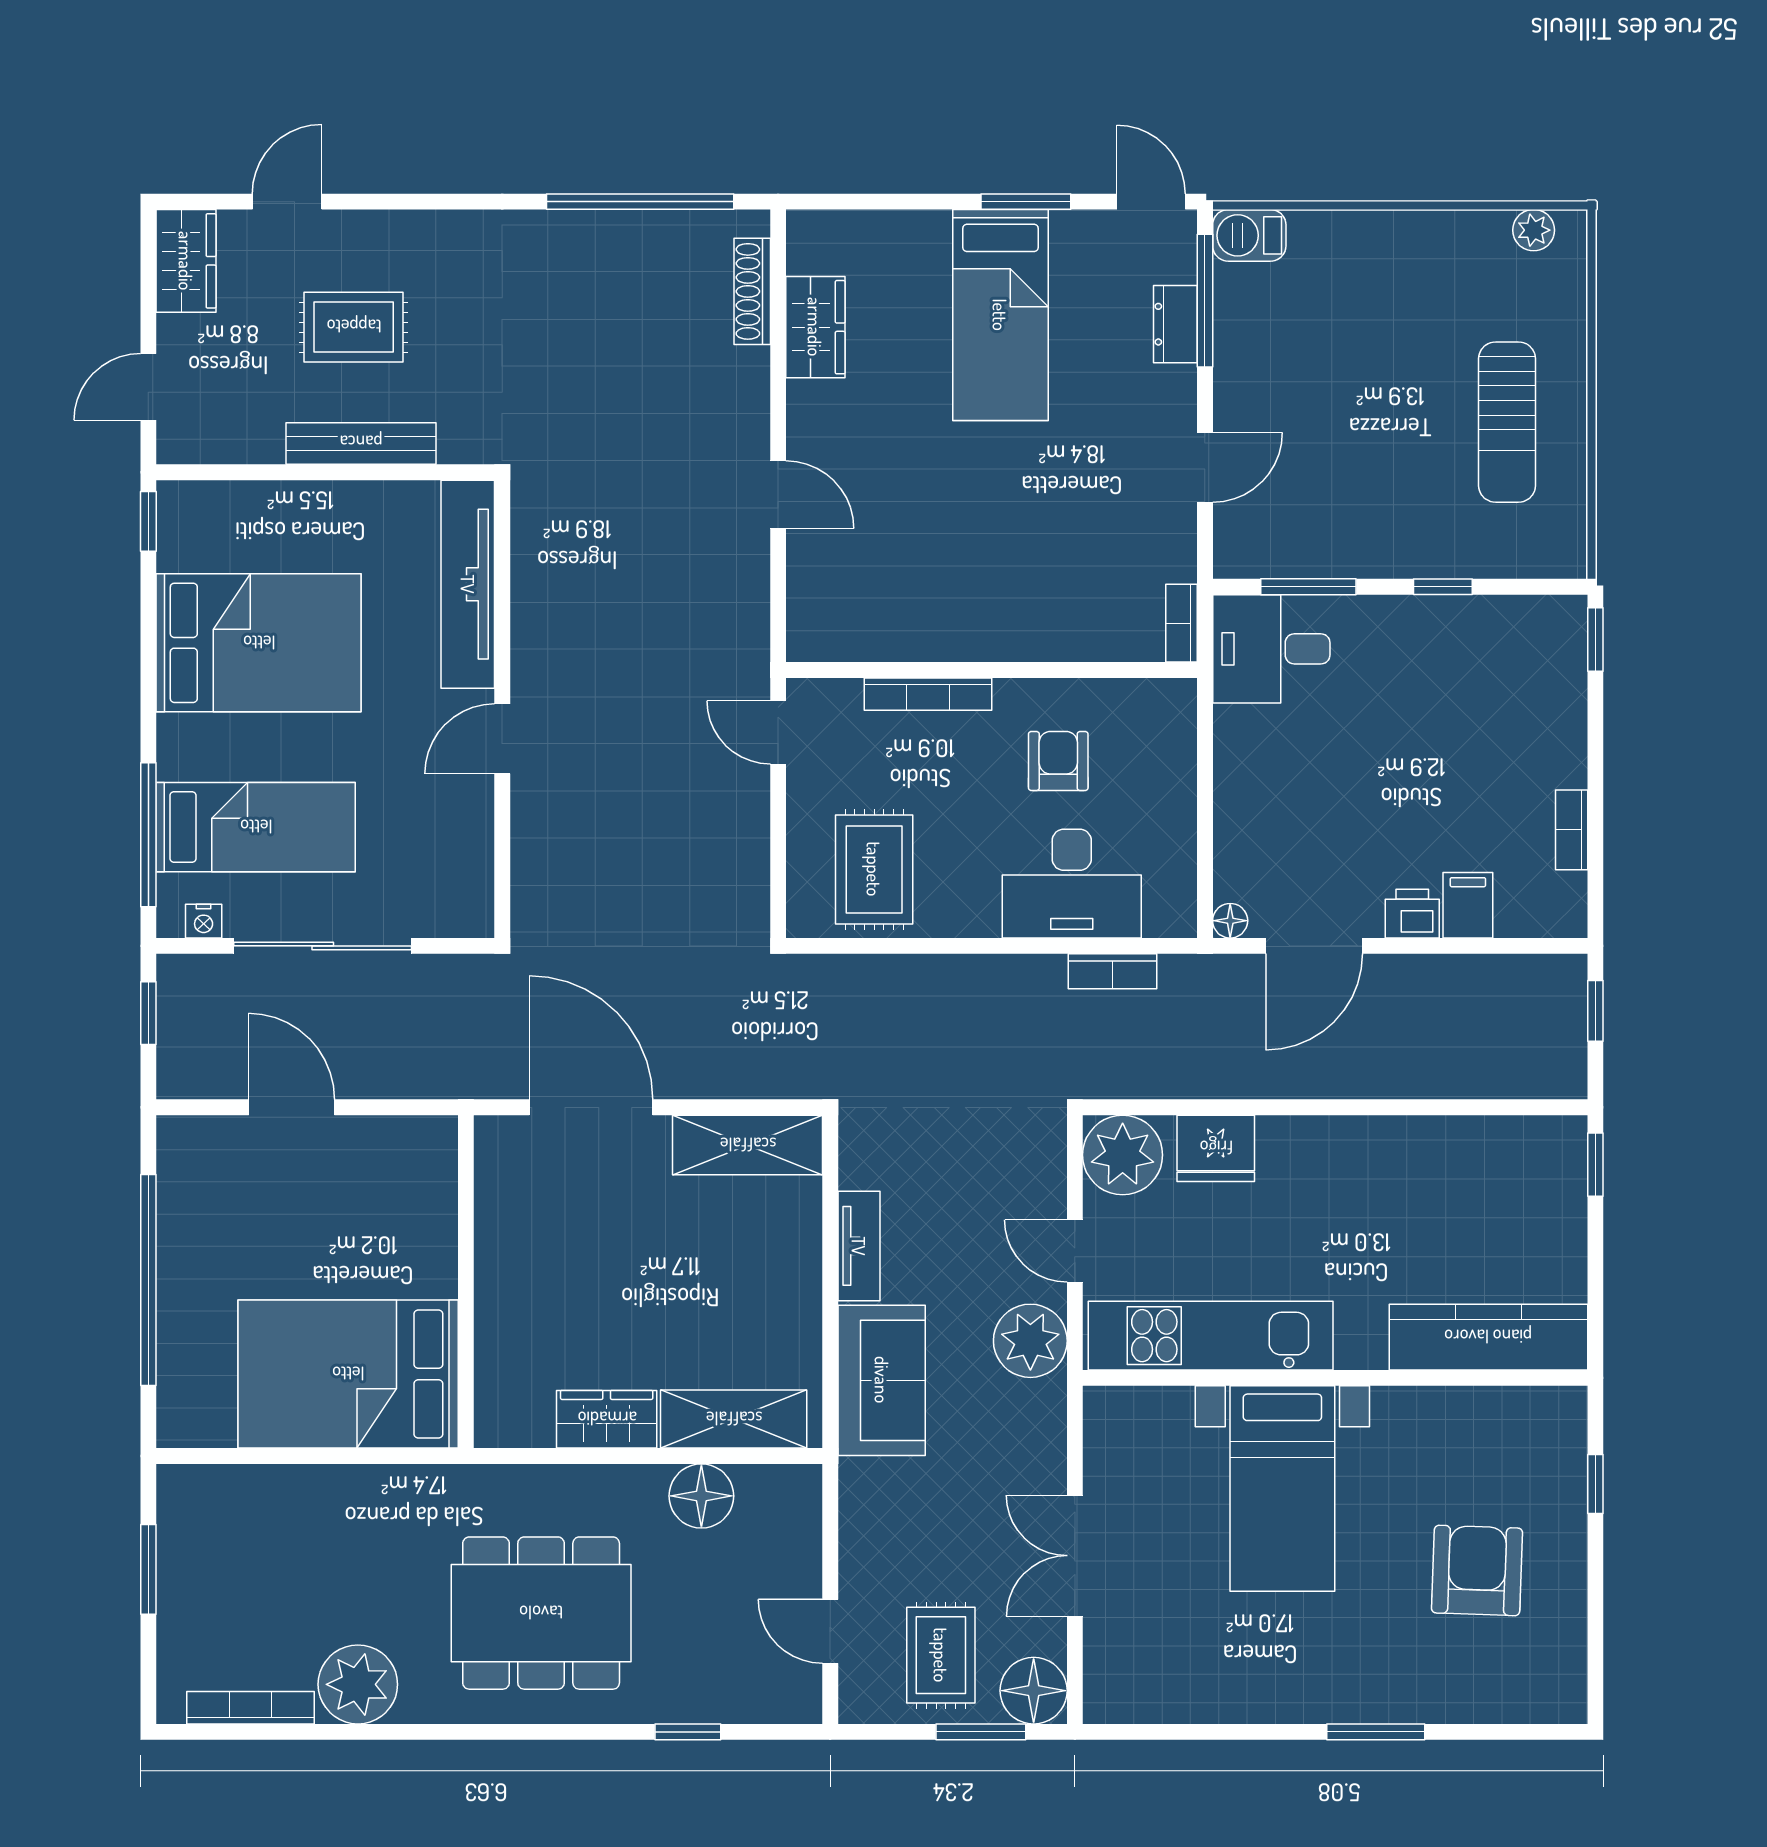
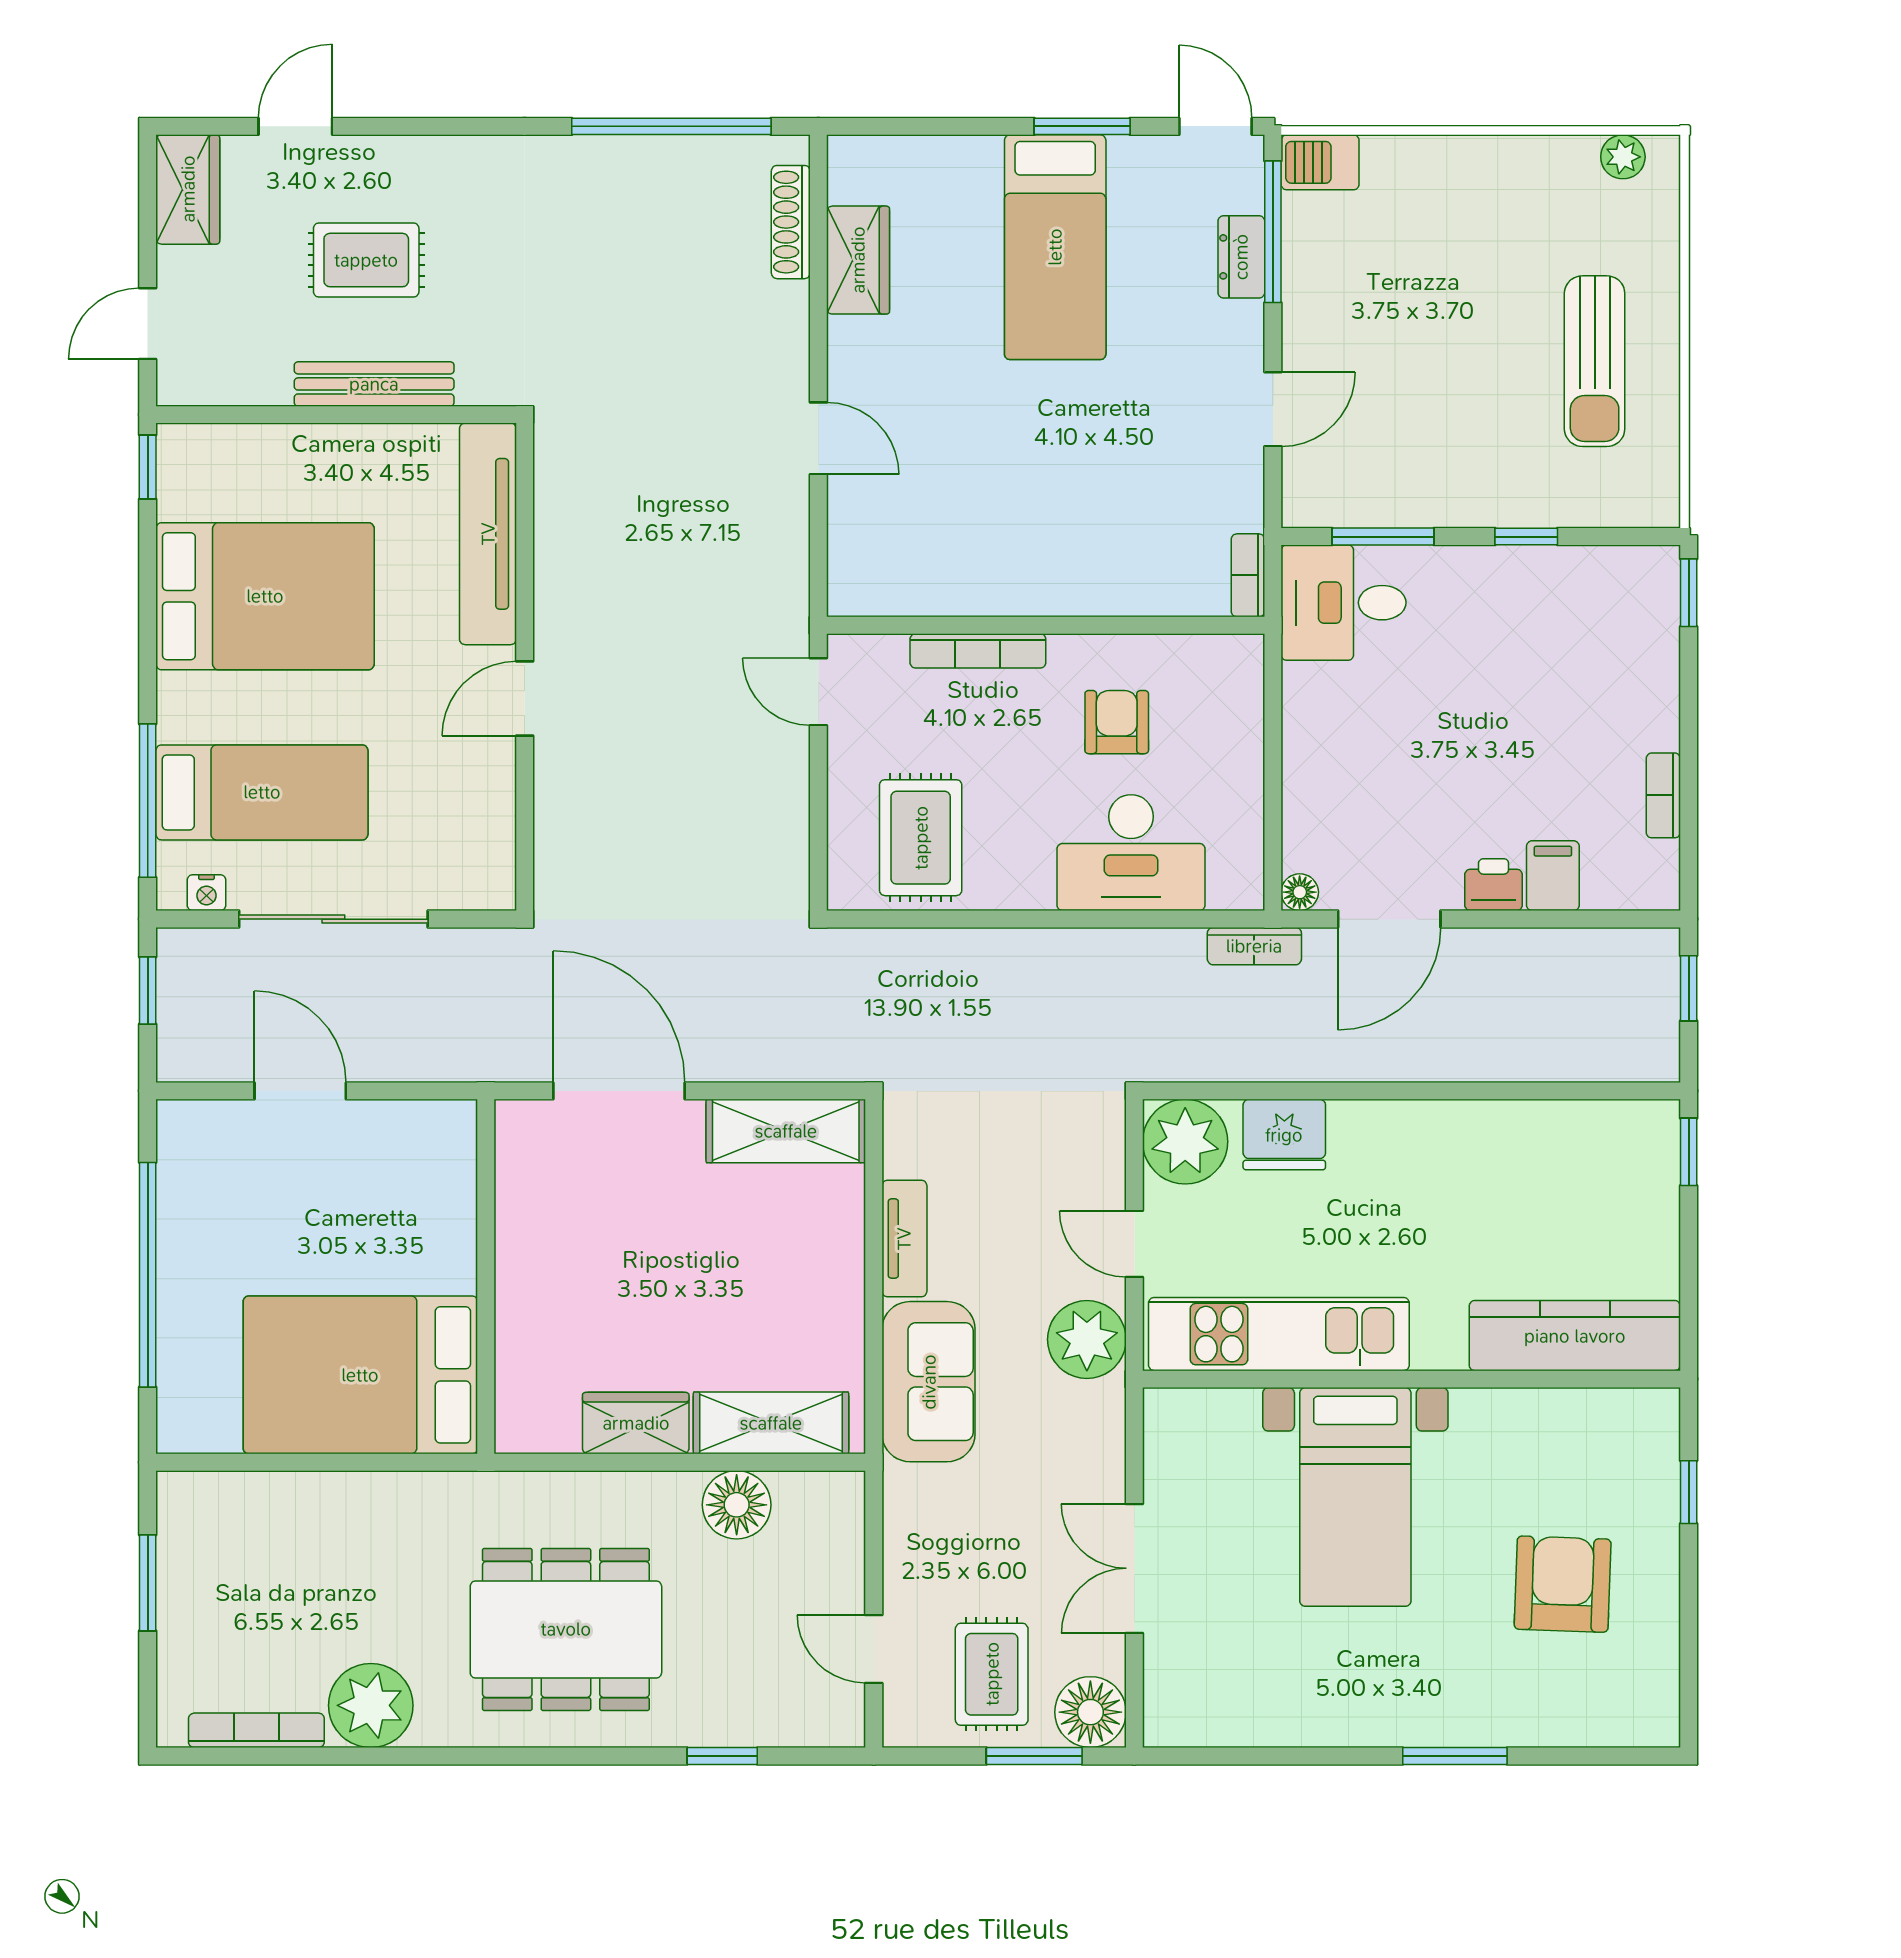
bookcase: (1112, 971) -> (1254, 946), moved

